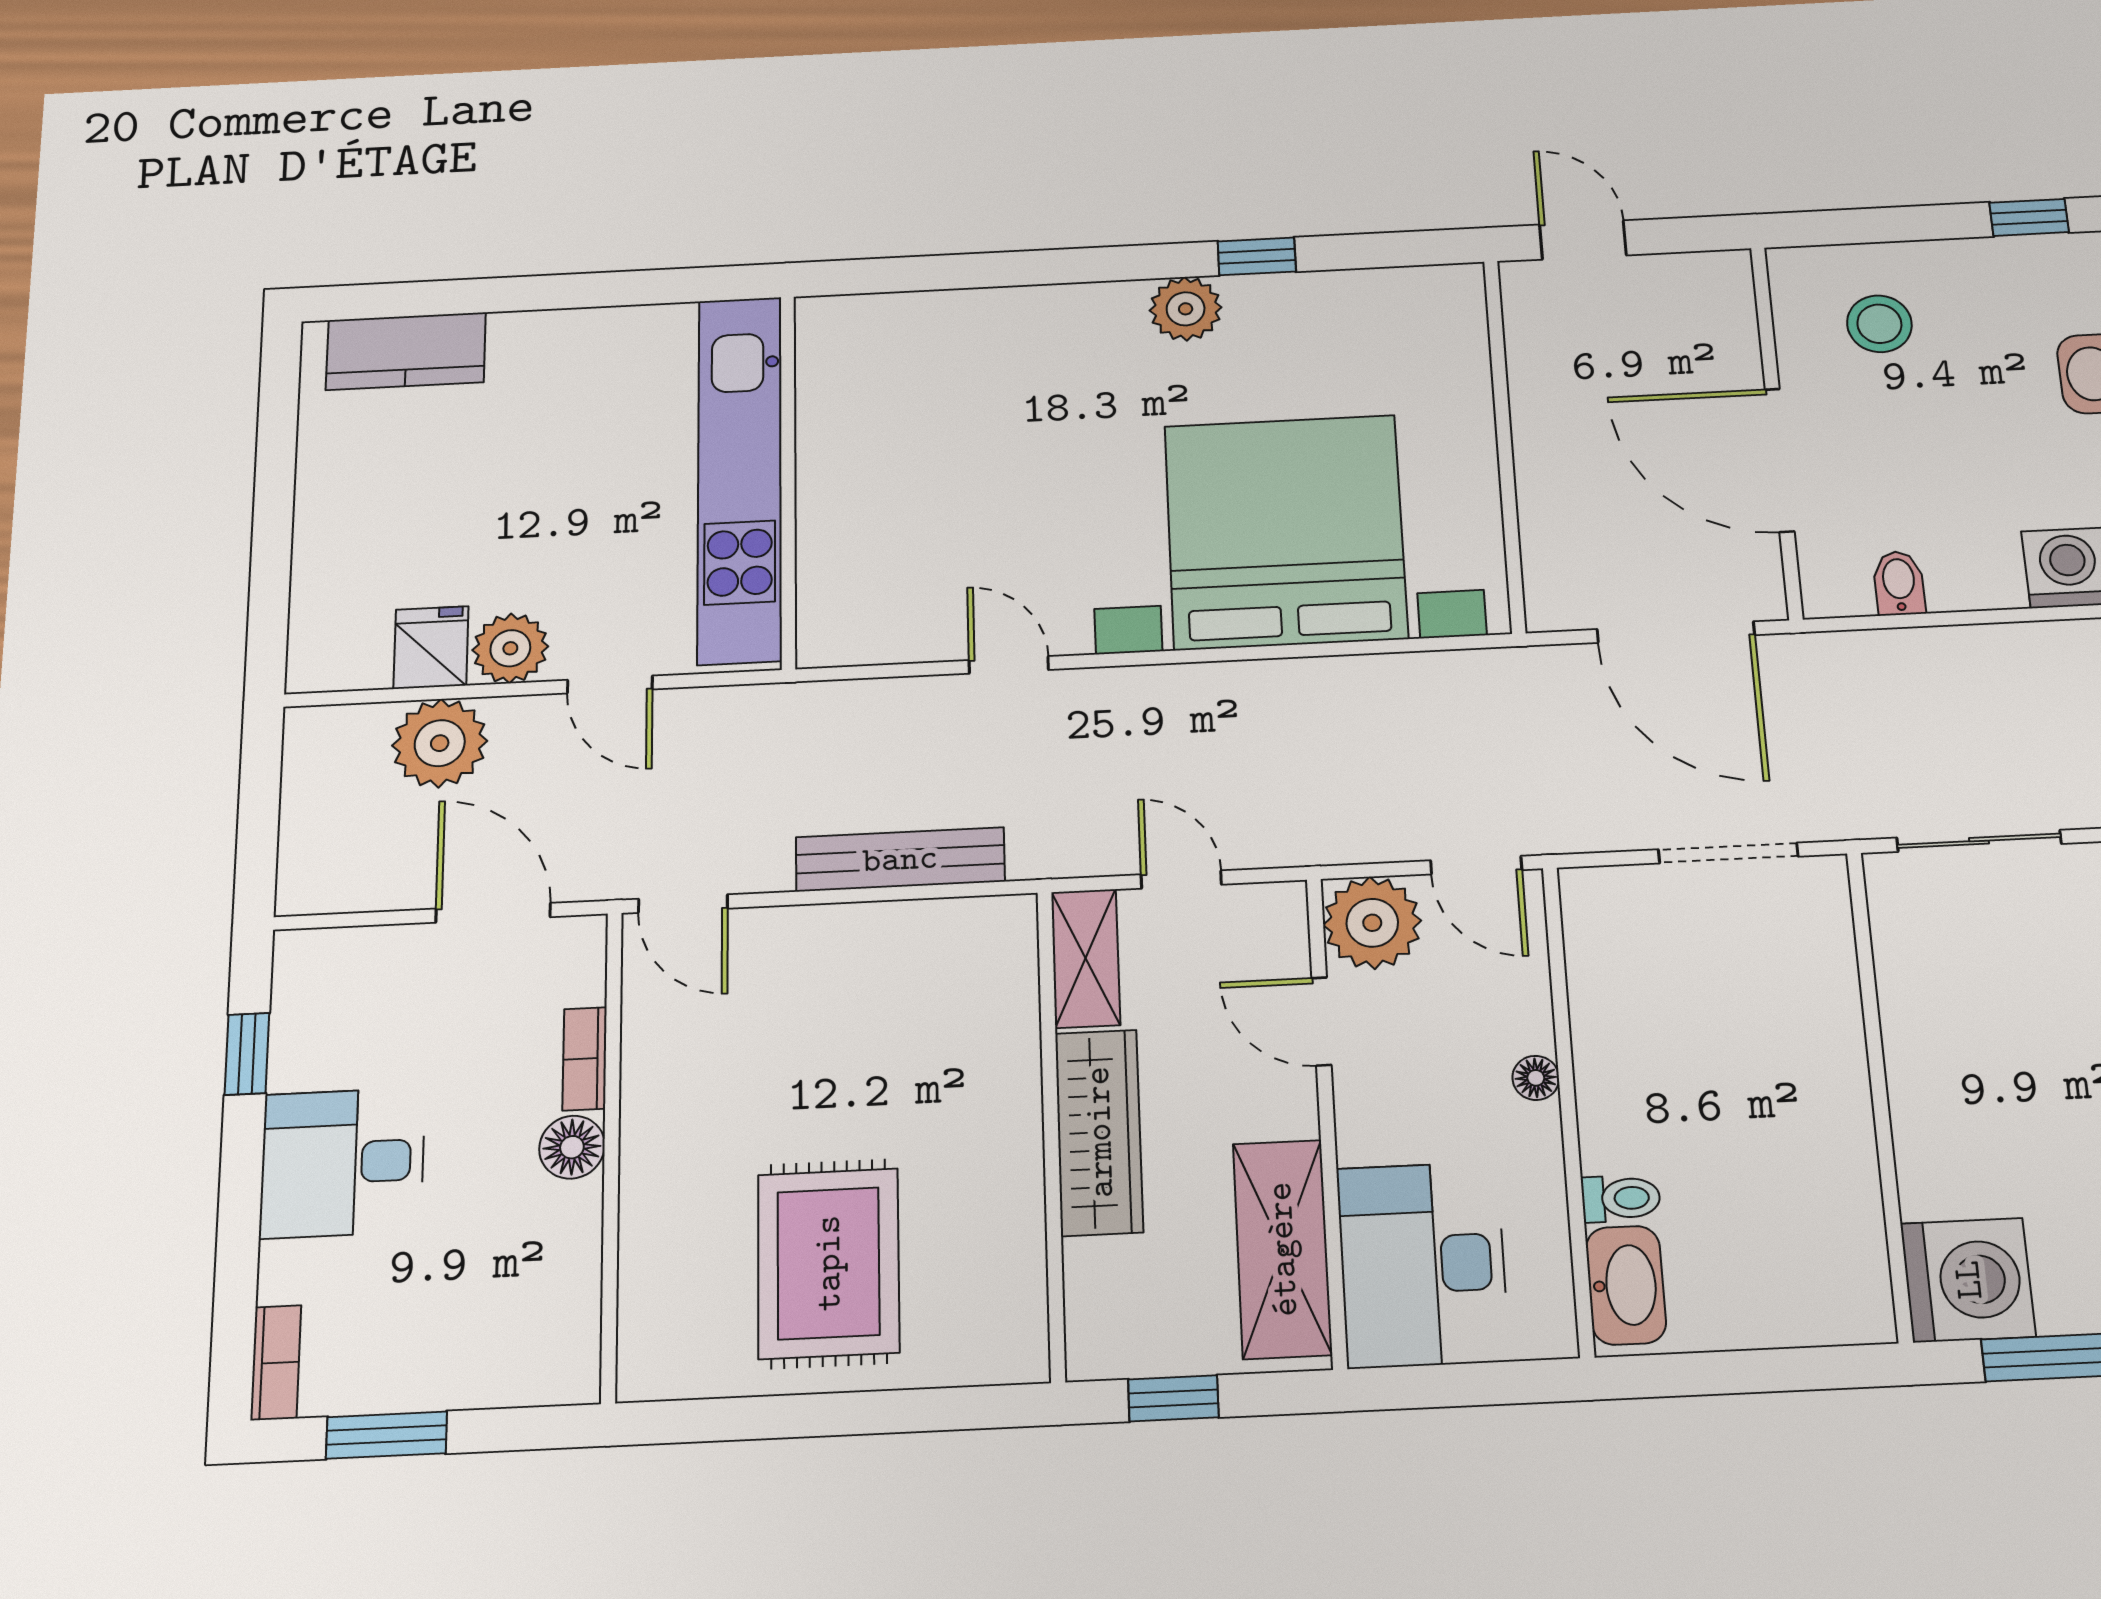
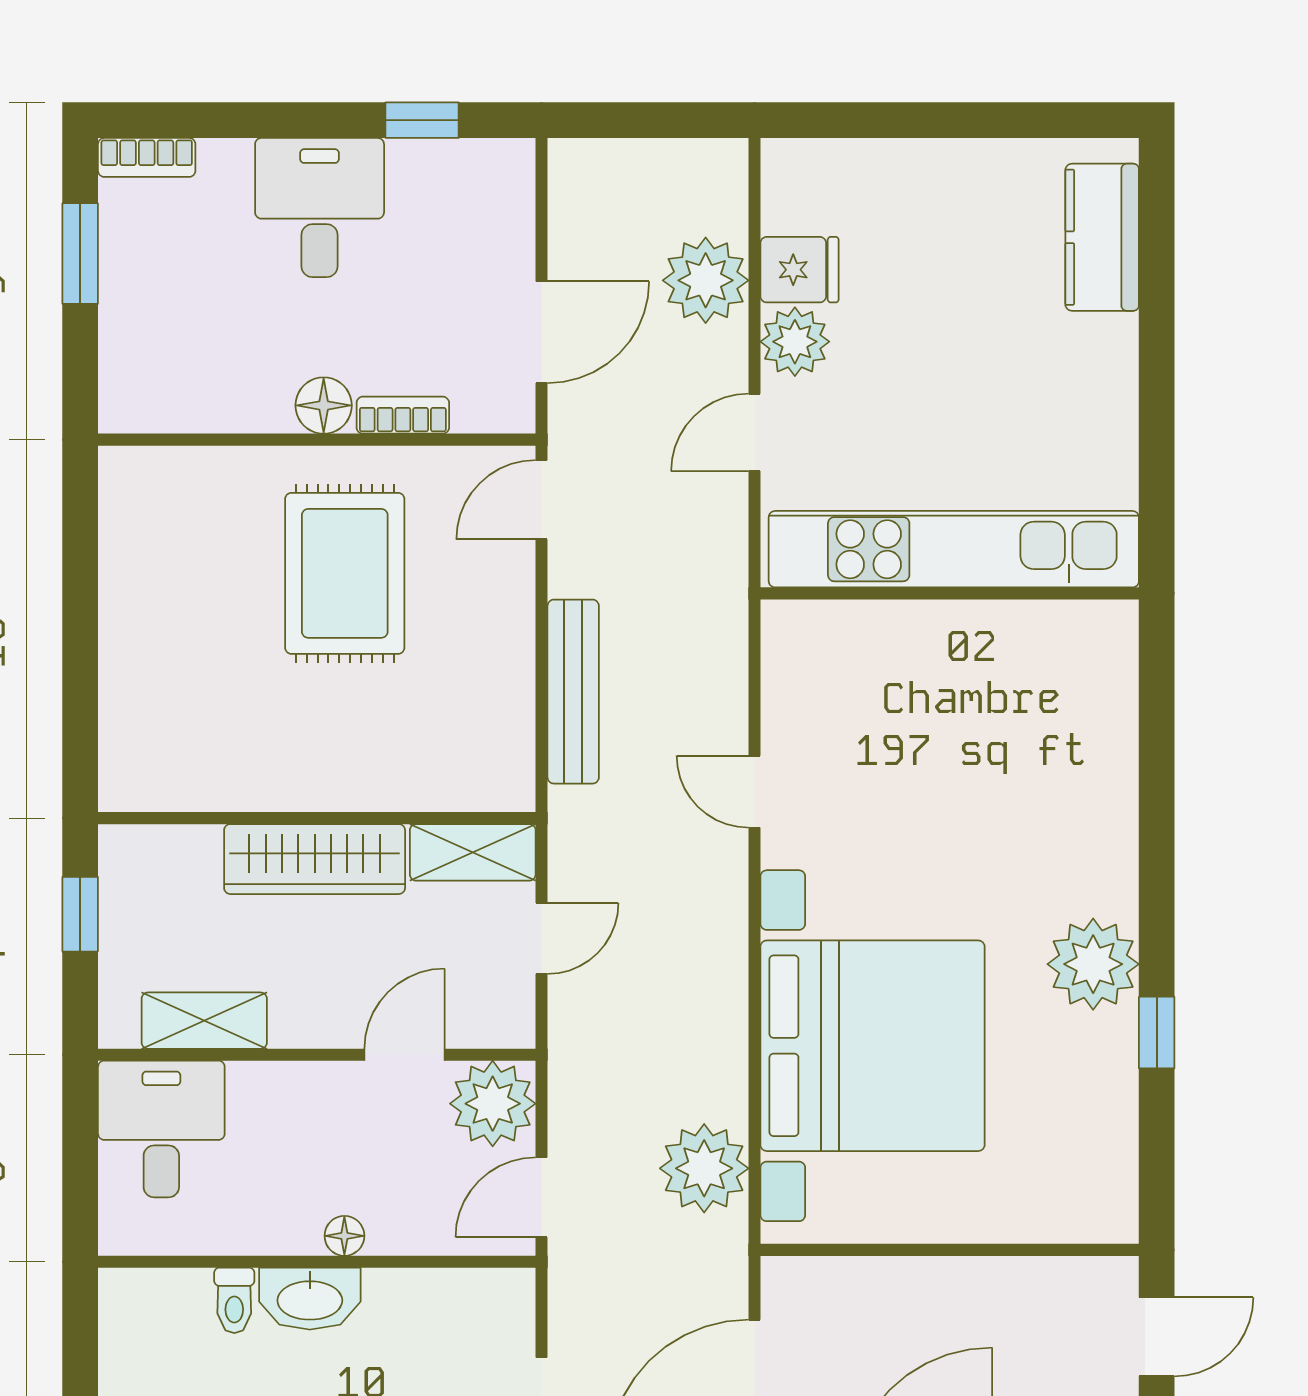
plant: (1186, 309) -> (1093, 964), width x1.36, depth x1.36
door: (1009, 665) -> (754, 792), swing flipped
plant: (1432, 696) -> (704, 1168), added
shelving: (1282, 1249) -> (204, 1021), width x0.67, depth x0.75
rug: (828, 1263) -> (345, 573), moved, turned 90
desk: (1423, 1264) -> (161, 1129), width x0.73
washbasin: (1626, 1285) -> (310, 1299), moved

